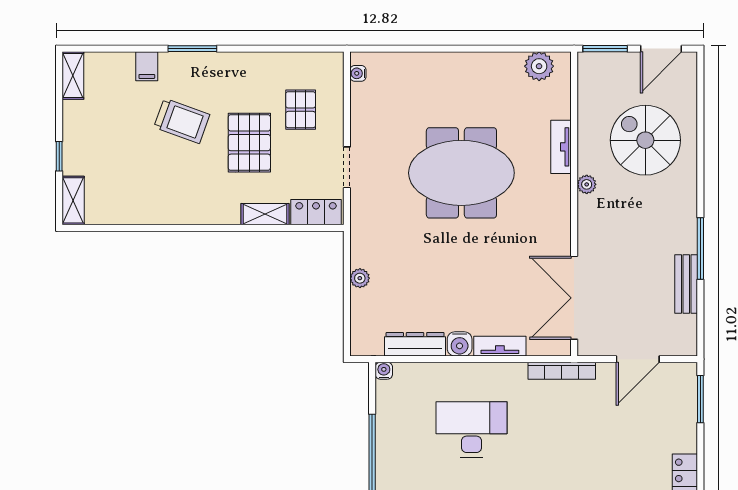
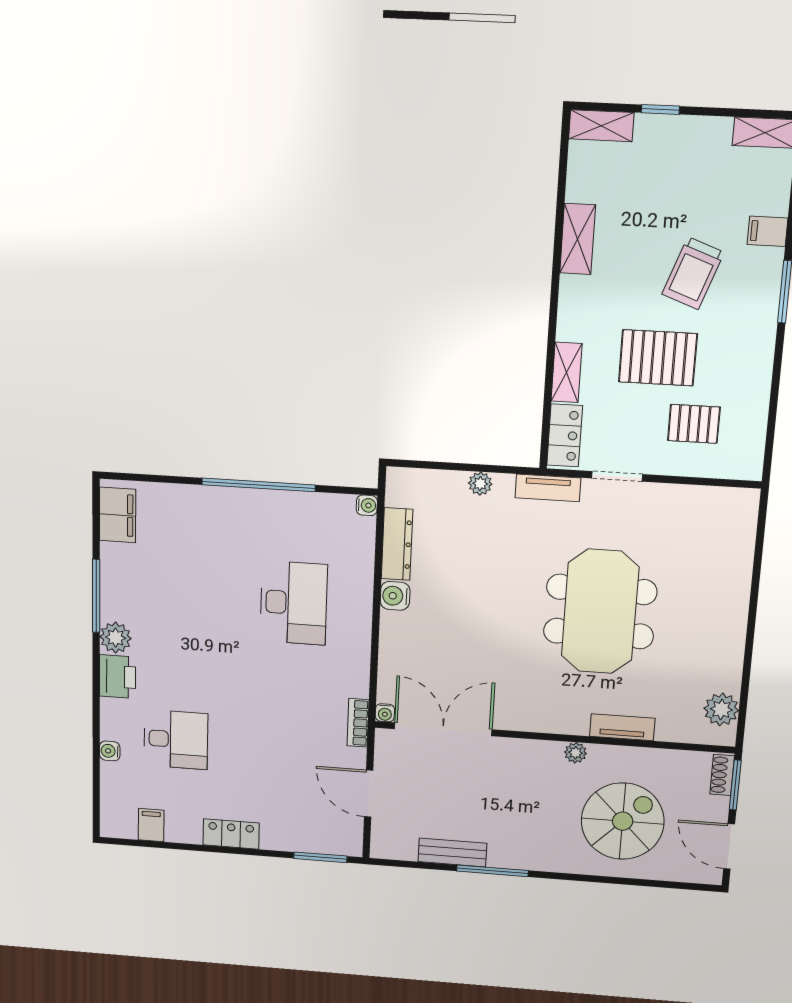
shoe rack: (597, 60) -> (722, 775), added
water cooler: (358, 73) -> (385, 713), moved, turned 180
shelving: (160, 213) -> (578, 239), added
tv unit: (500, 346) -> (548, 488), moved, turned 90
bookcase: (562, 371) -> (358, 723), width x0.64

